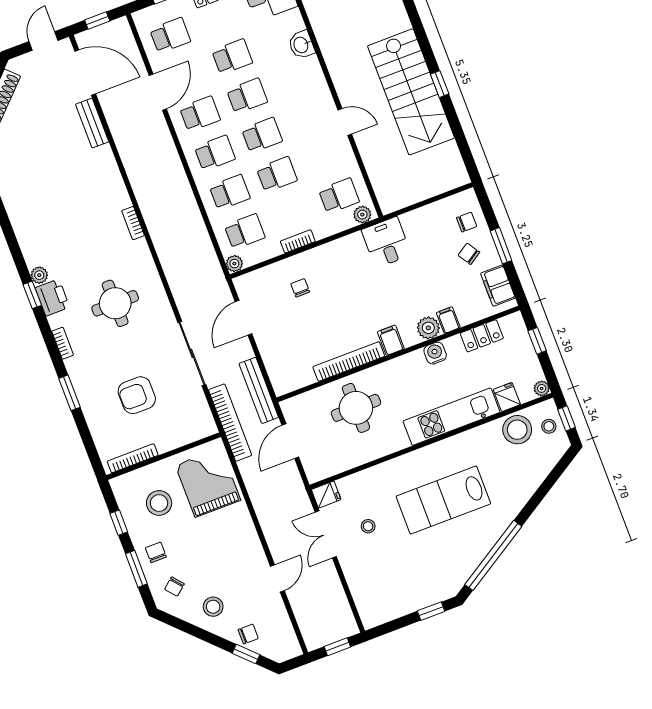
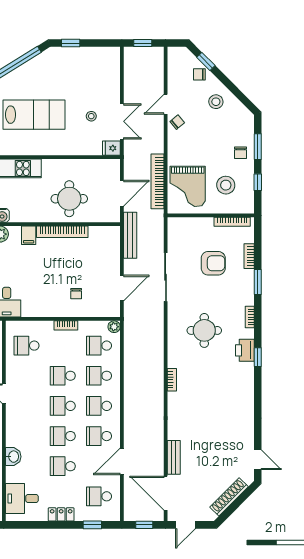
plant: (362, 215) -> (16, 327), removed
plant: (39, 275) -> (248, 369), removed
bookcase: (94, 422) -> (249, 256), added
bookcase: (230, 423) -> (158, 181), moved
chair: (174, 586) -> (177, 122), moved

